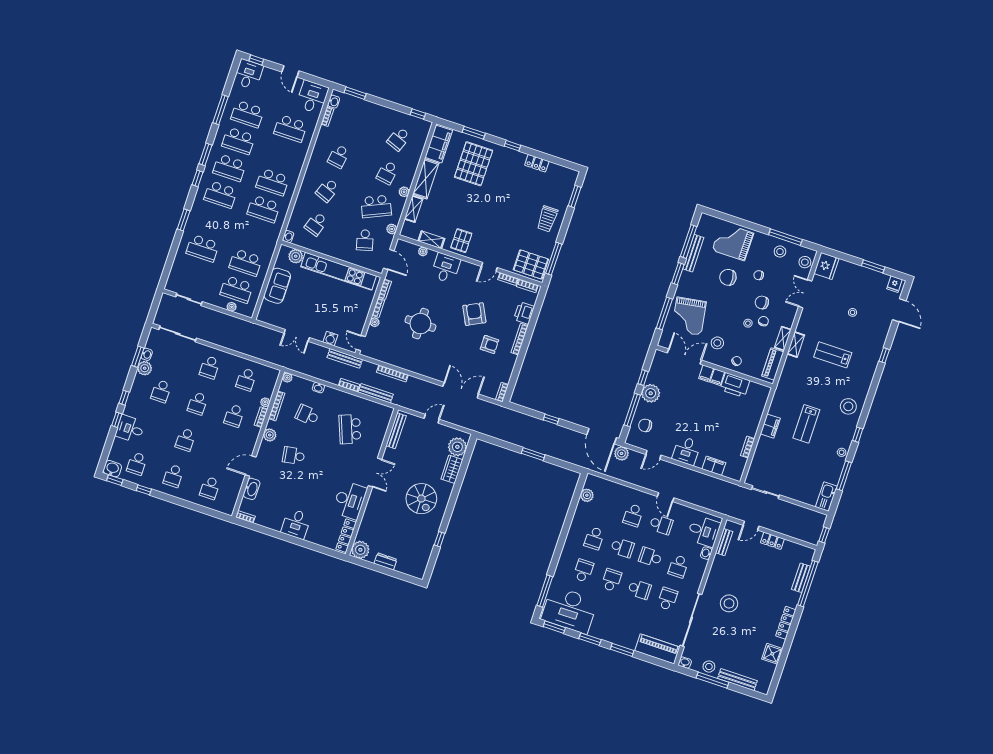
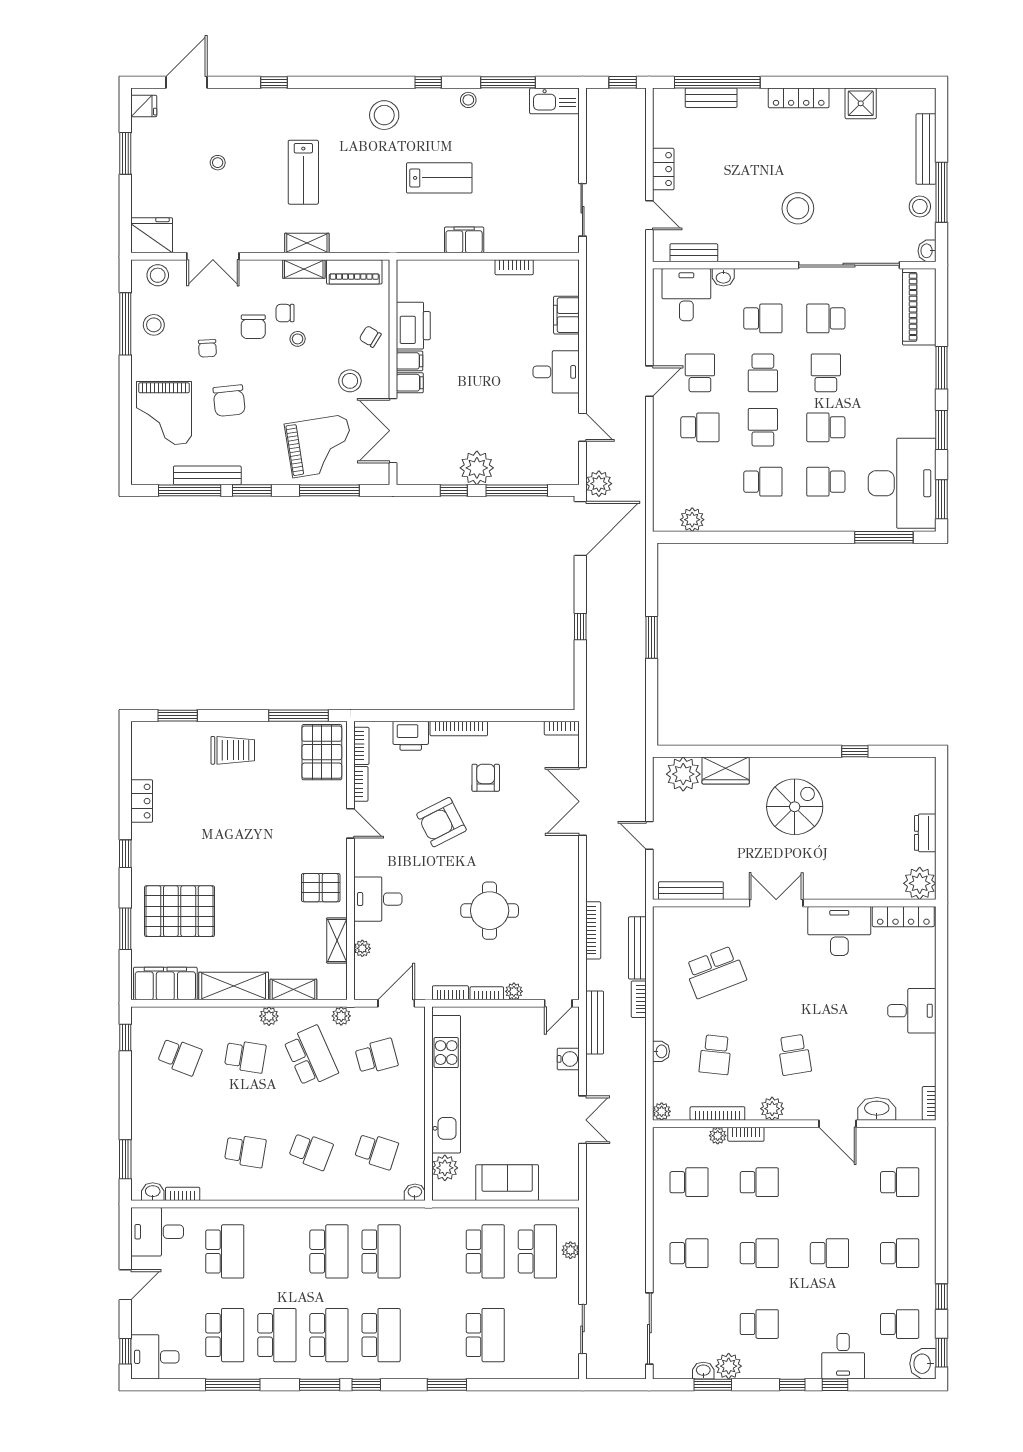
chair: (645, 425) -> (536, 459), removed

